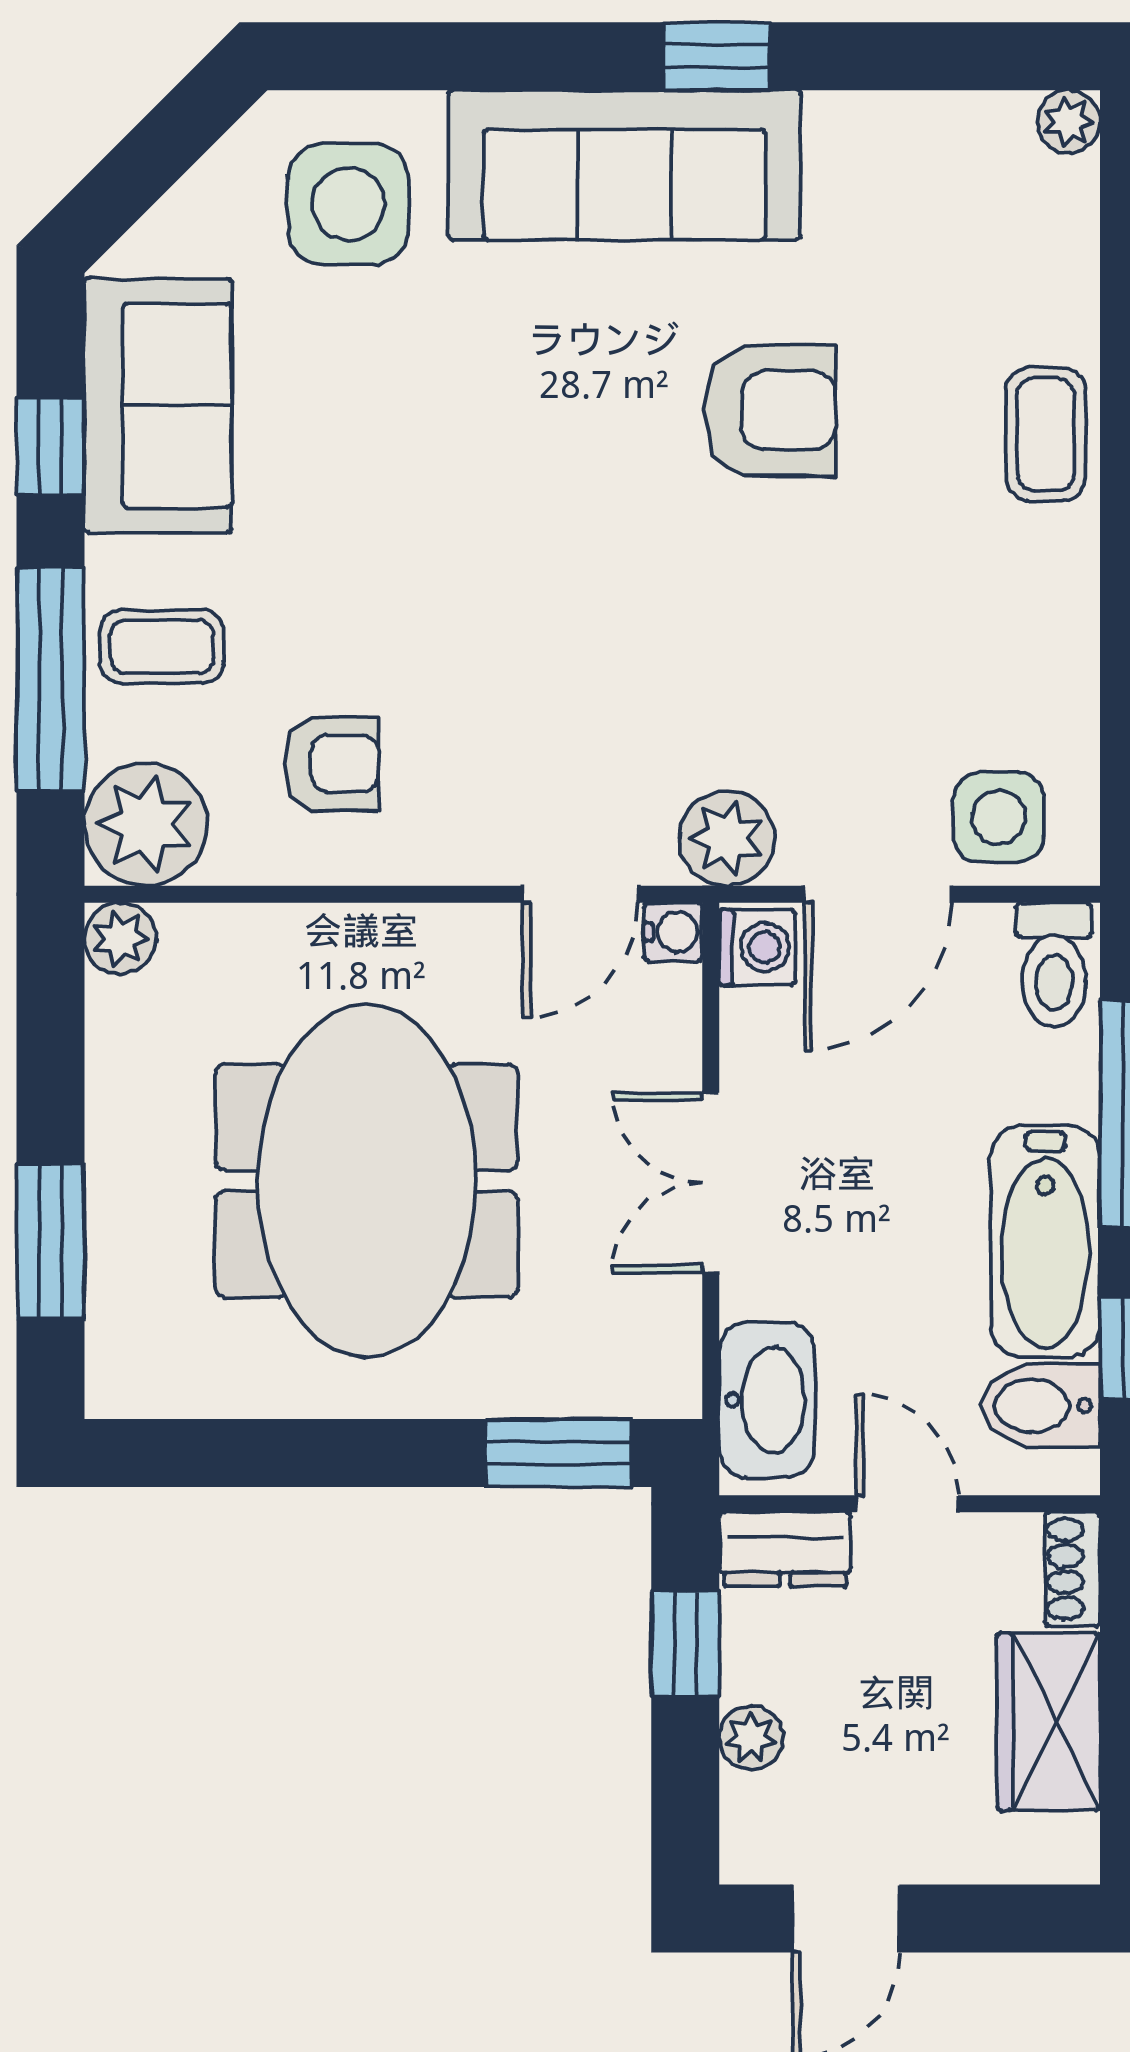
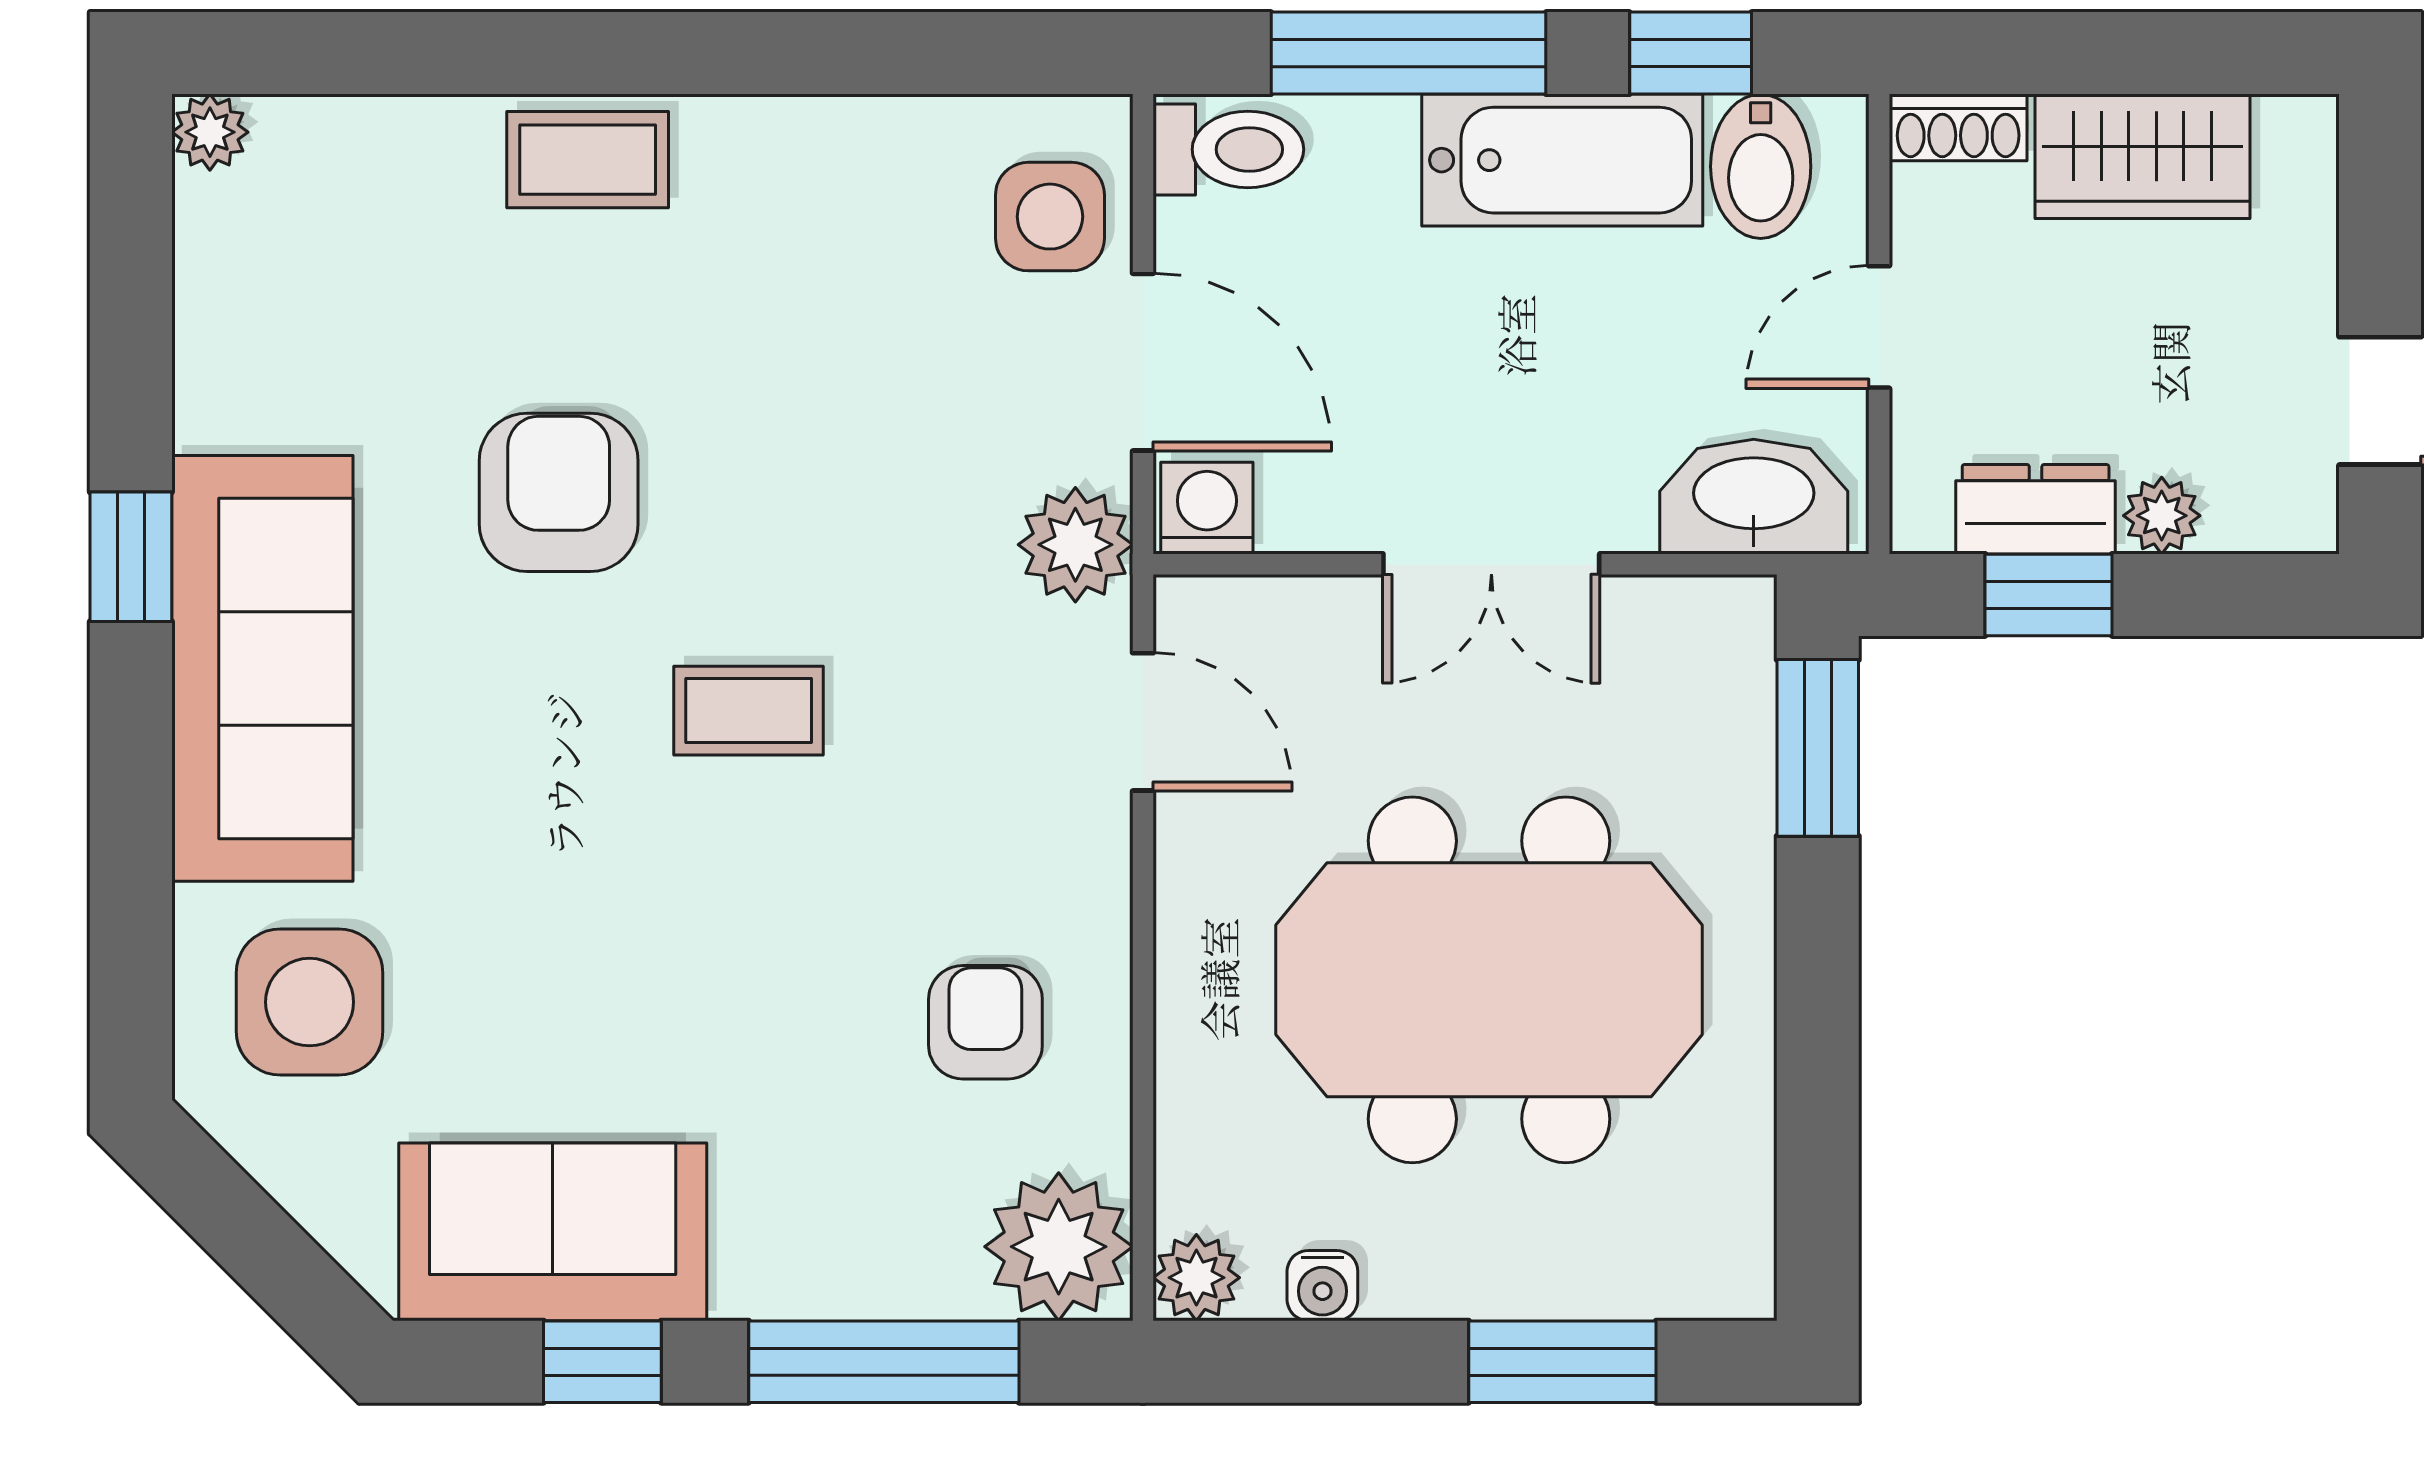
coffee table: (162, 647) -> (749, 711), moved, turned 90
water cooler: (673, 932) -> (1322, 1286), moved, turned 180
dresser: (785, 1549) -> (2036, 509), moved, turned -90

